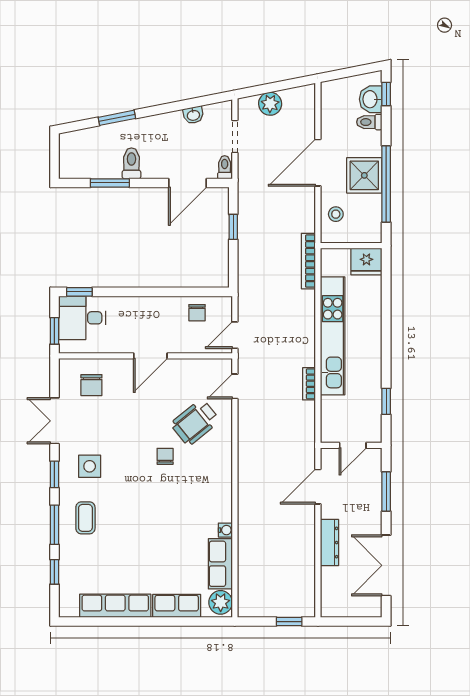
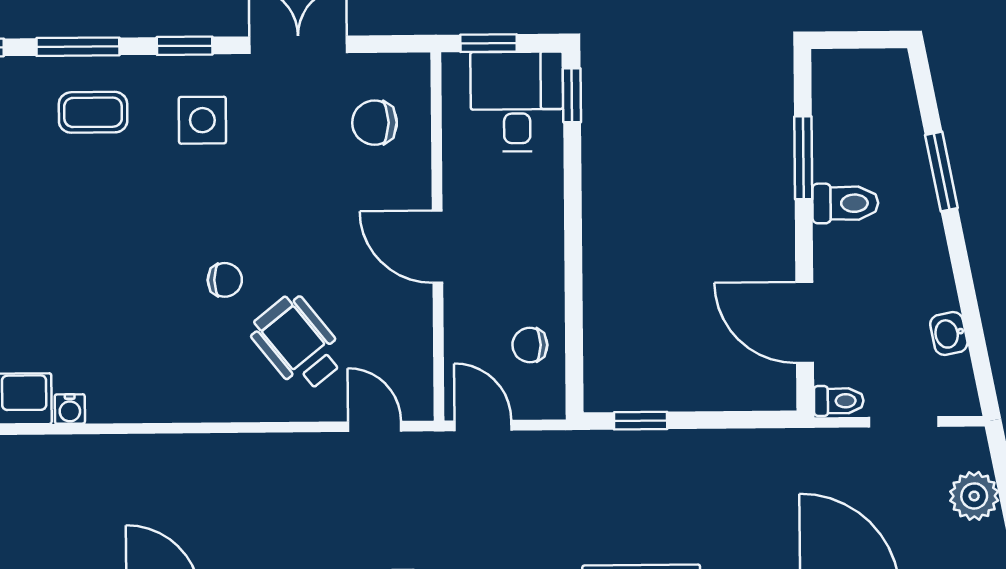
window: (233, 227) -> (641, 421), moved

